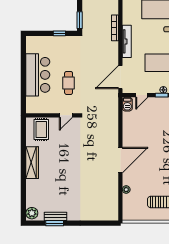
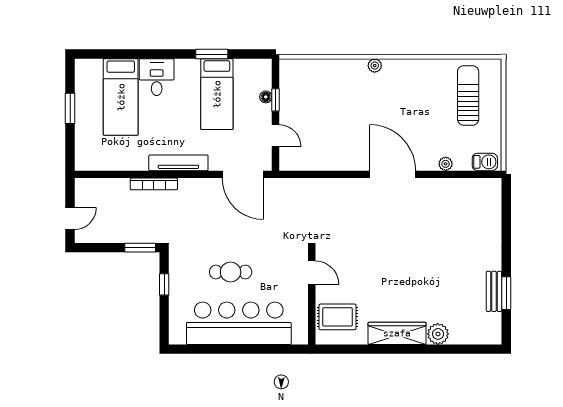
bar counter: (38, 75) -> (239, 323), width x1.36
cafe table: (69, 83) -> (231, 272), moved
barbecue: (127, 104) -> (485, 162), moved
plant: (32, 213) -> (438, 334), moved

